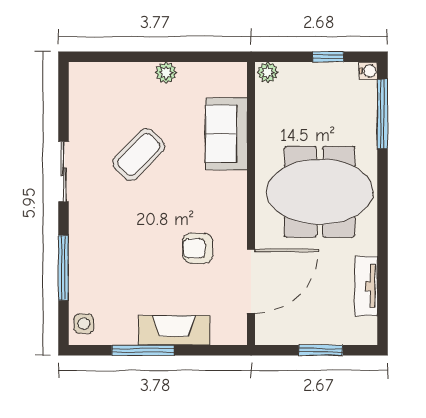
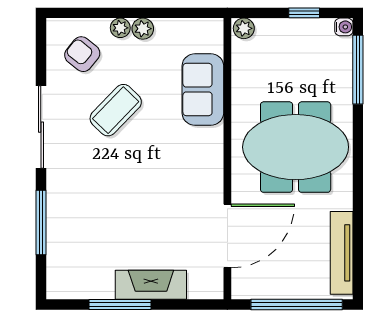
plant: (143, 72) -> (120, 28), added
sliding door: (63, 172) -> (41, 127), width x1.37
armchair: (198, 248) -> (82, 54), moved, turned 39
tv unit: (366, 286) -> (342, 253), width x1.41
side table: (84, 324) -> (61, 278), removed
window: (321, 350) -> (297, 305), width x2.11

